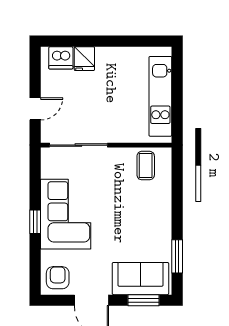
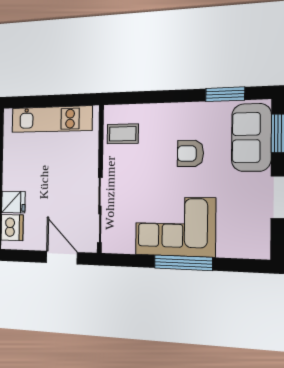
door: (35, 109) -> (62, 258), width x1.37
window: (35, 222) -> (183, 263), width x2.17
armchair: (58, 278) -> (190, 153), moved

